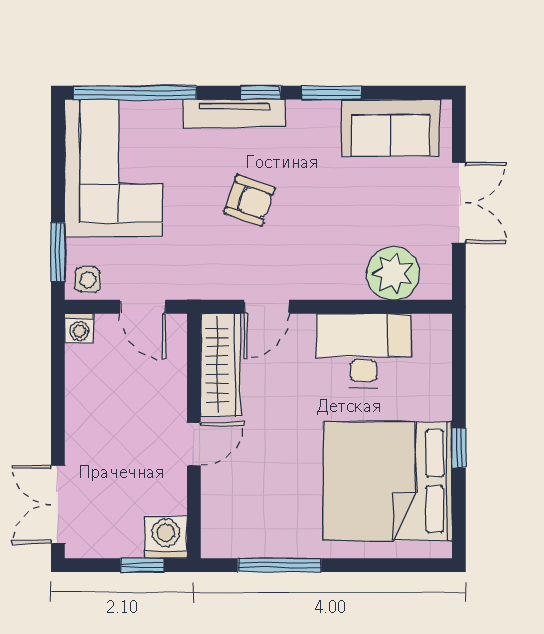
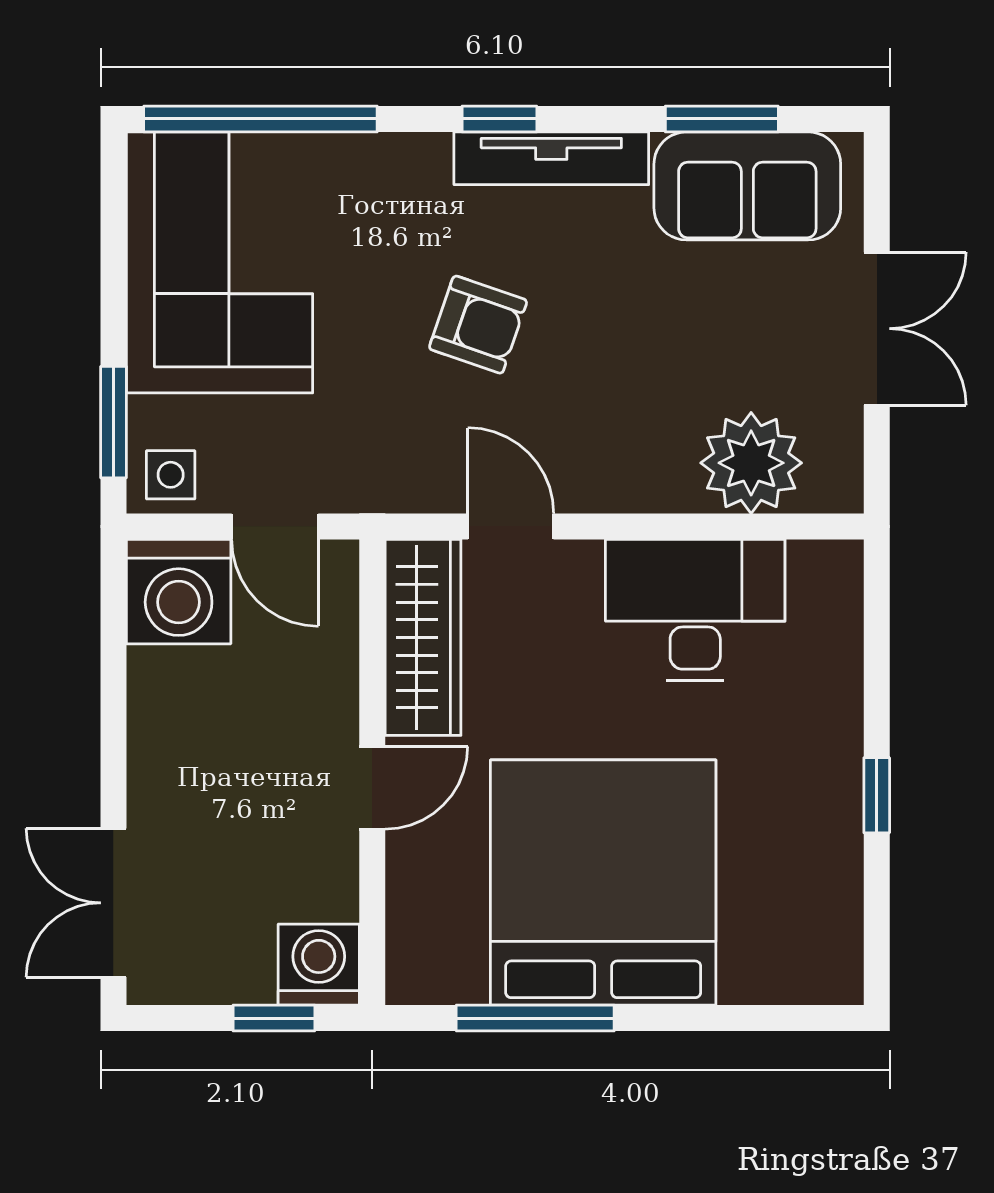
window: (332, 93) -> (722, 119), moved
tv unit: (234, 113) -> (551, 158), moved
door: (267, 307) -> (511, 526), swing flipped
washing machine: (79, 328) -> (179, 592), width x1.89, depth x1.89
bed: (388, 481) -> (603, 883), moved, turned 90

